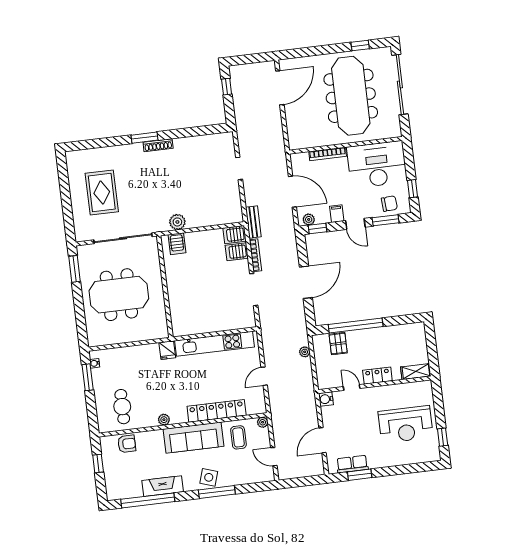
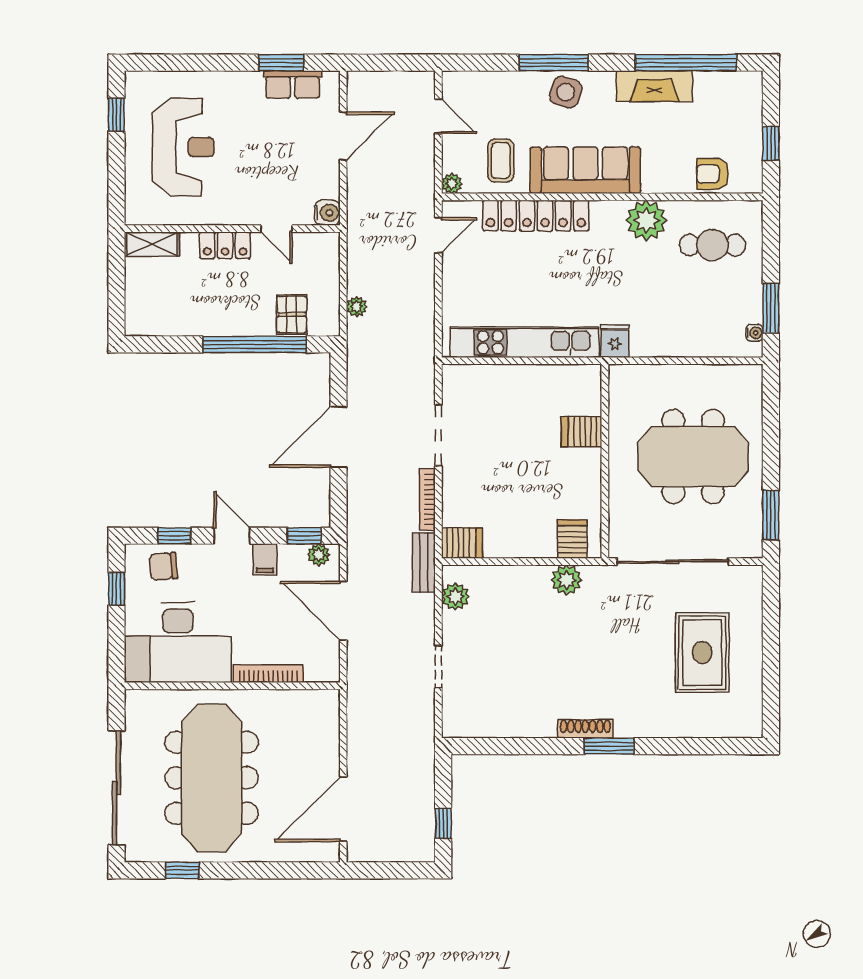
plant: (235, 206) -> (455, 597), added
window: (386, 220) -> (174, 536), width x0.67
server rack: (237, 252) -> (582, 432), moved, turned 180
door: (264, 376) -> (438, 235), moved
cafe table: (122, 407) -> (712, 245), turned 90
plant: (164, 420) -> (646, 220), width x1.87, depth x1.87
reception desk: (406, 424) -> (183, 147), turned 90

